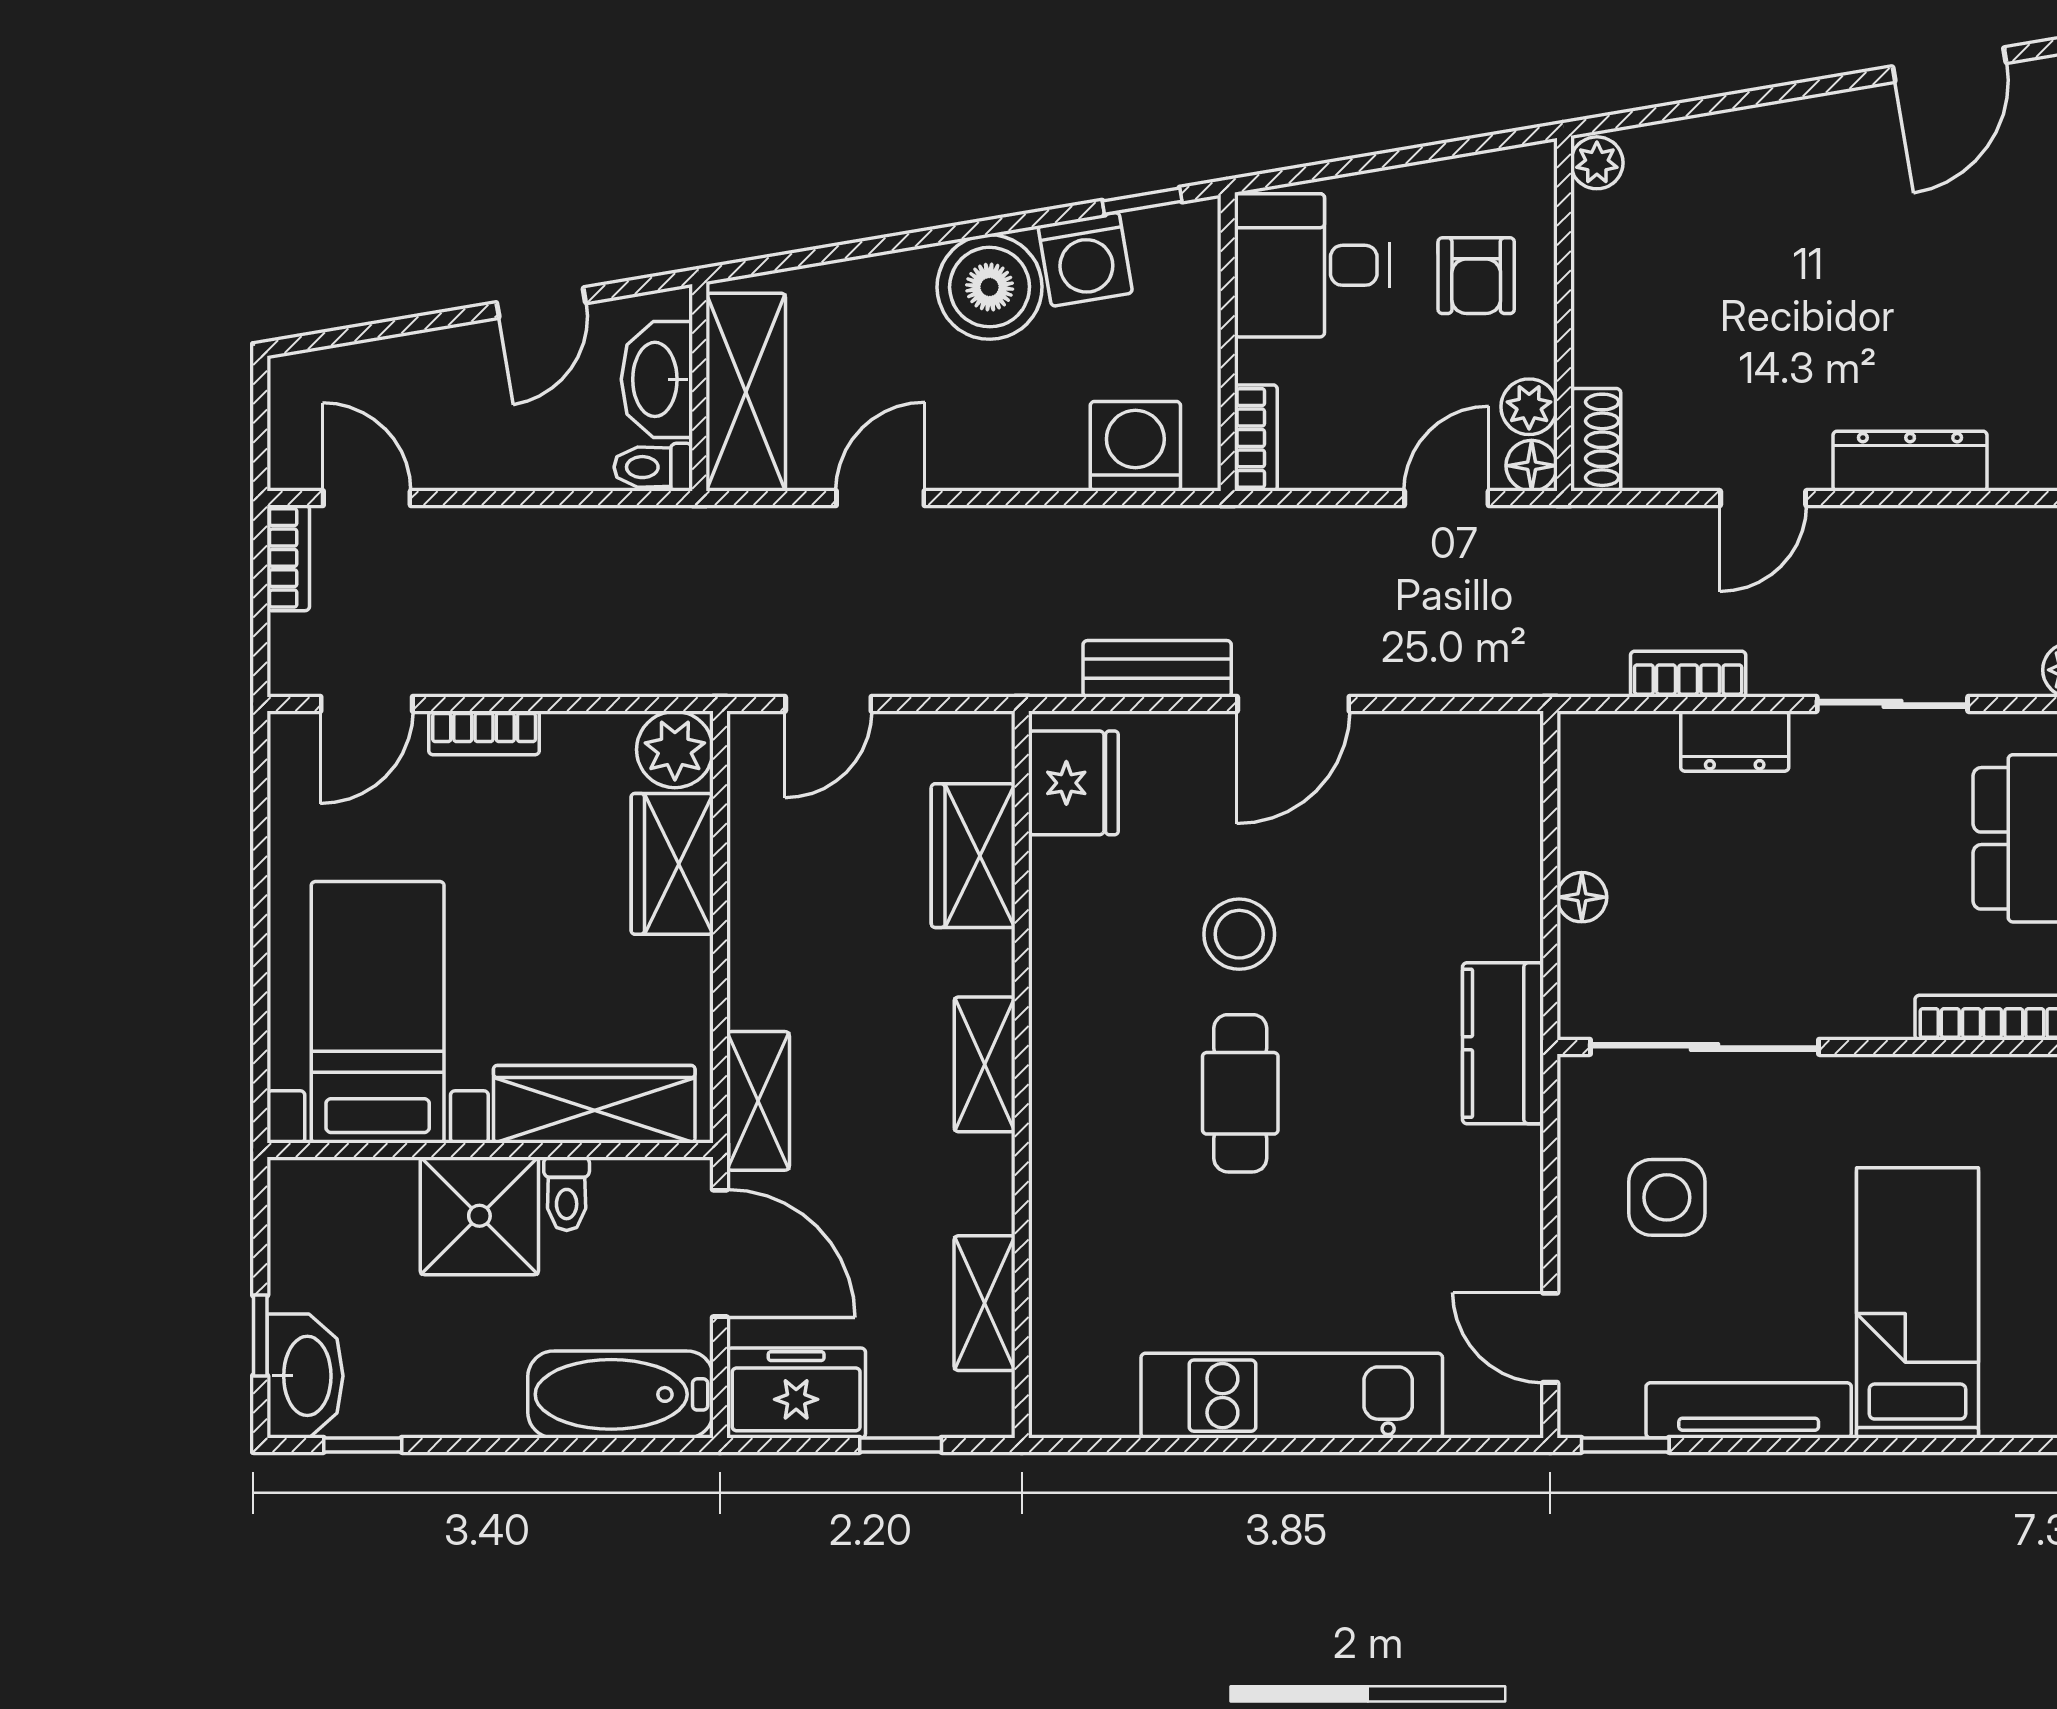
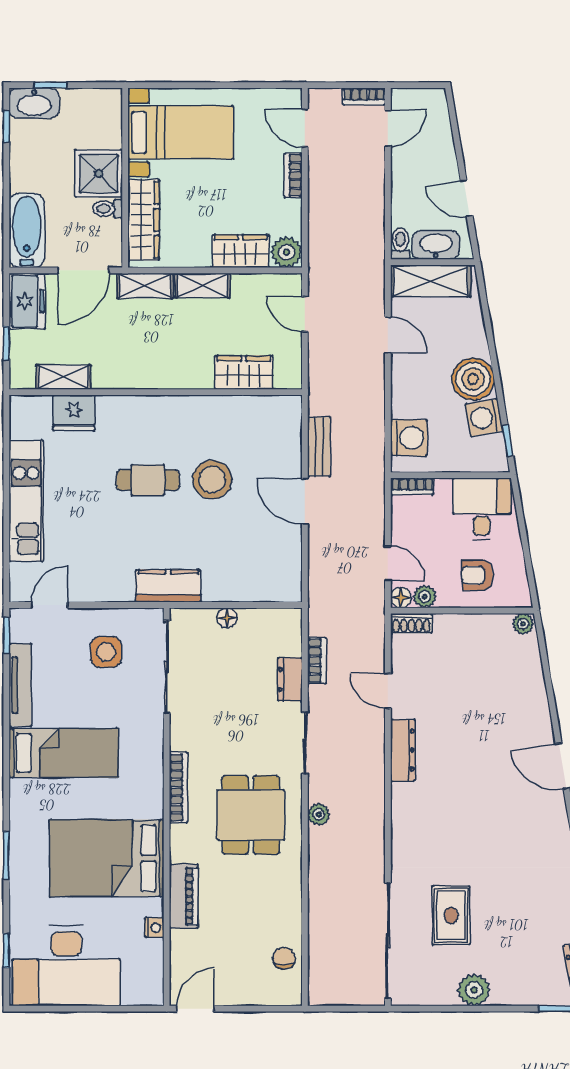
fridge: (1073, 783) -> (74, 413), moved
stool: (1239, 934) -> (212, 480), width x1.38, depth x1.38
shelving: (985, 1064) -> (202, 285), moved

